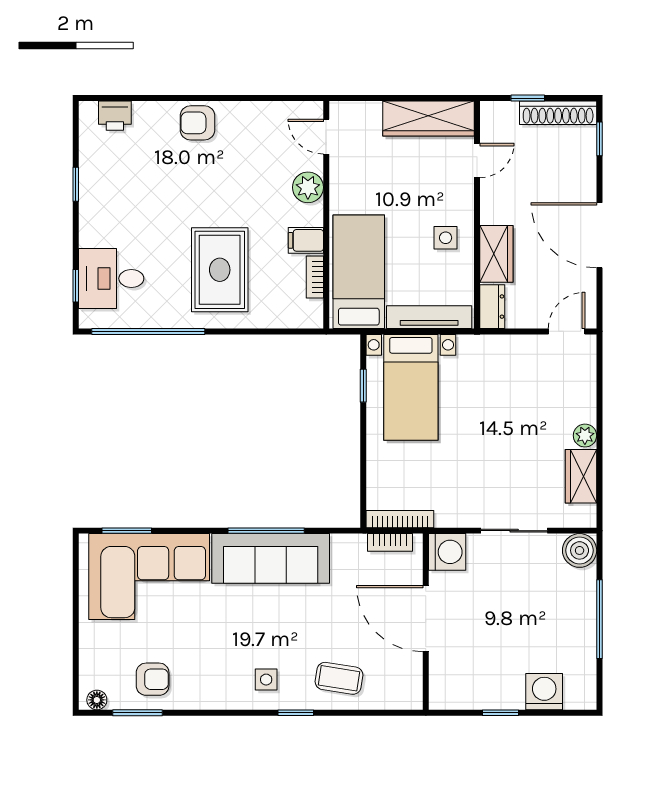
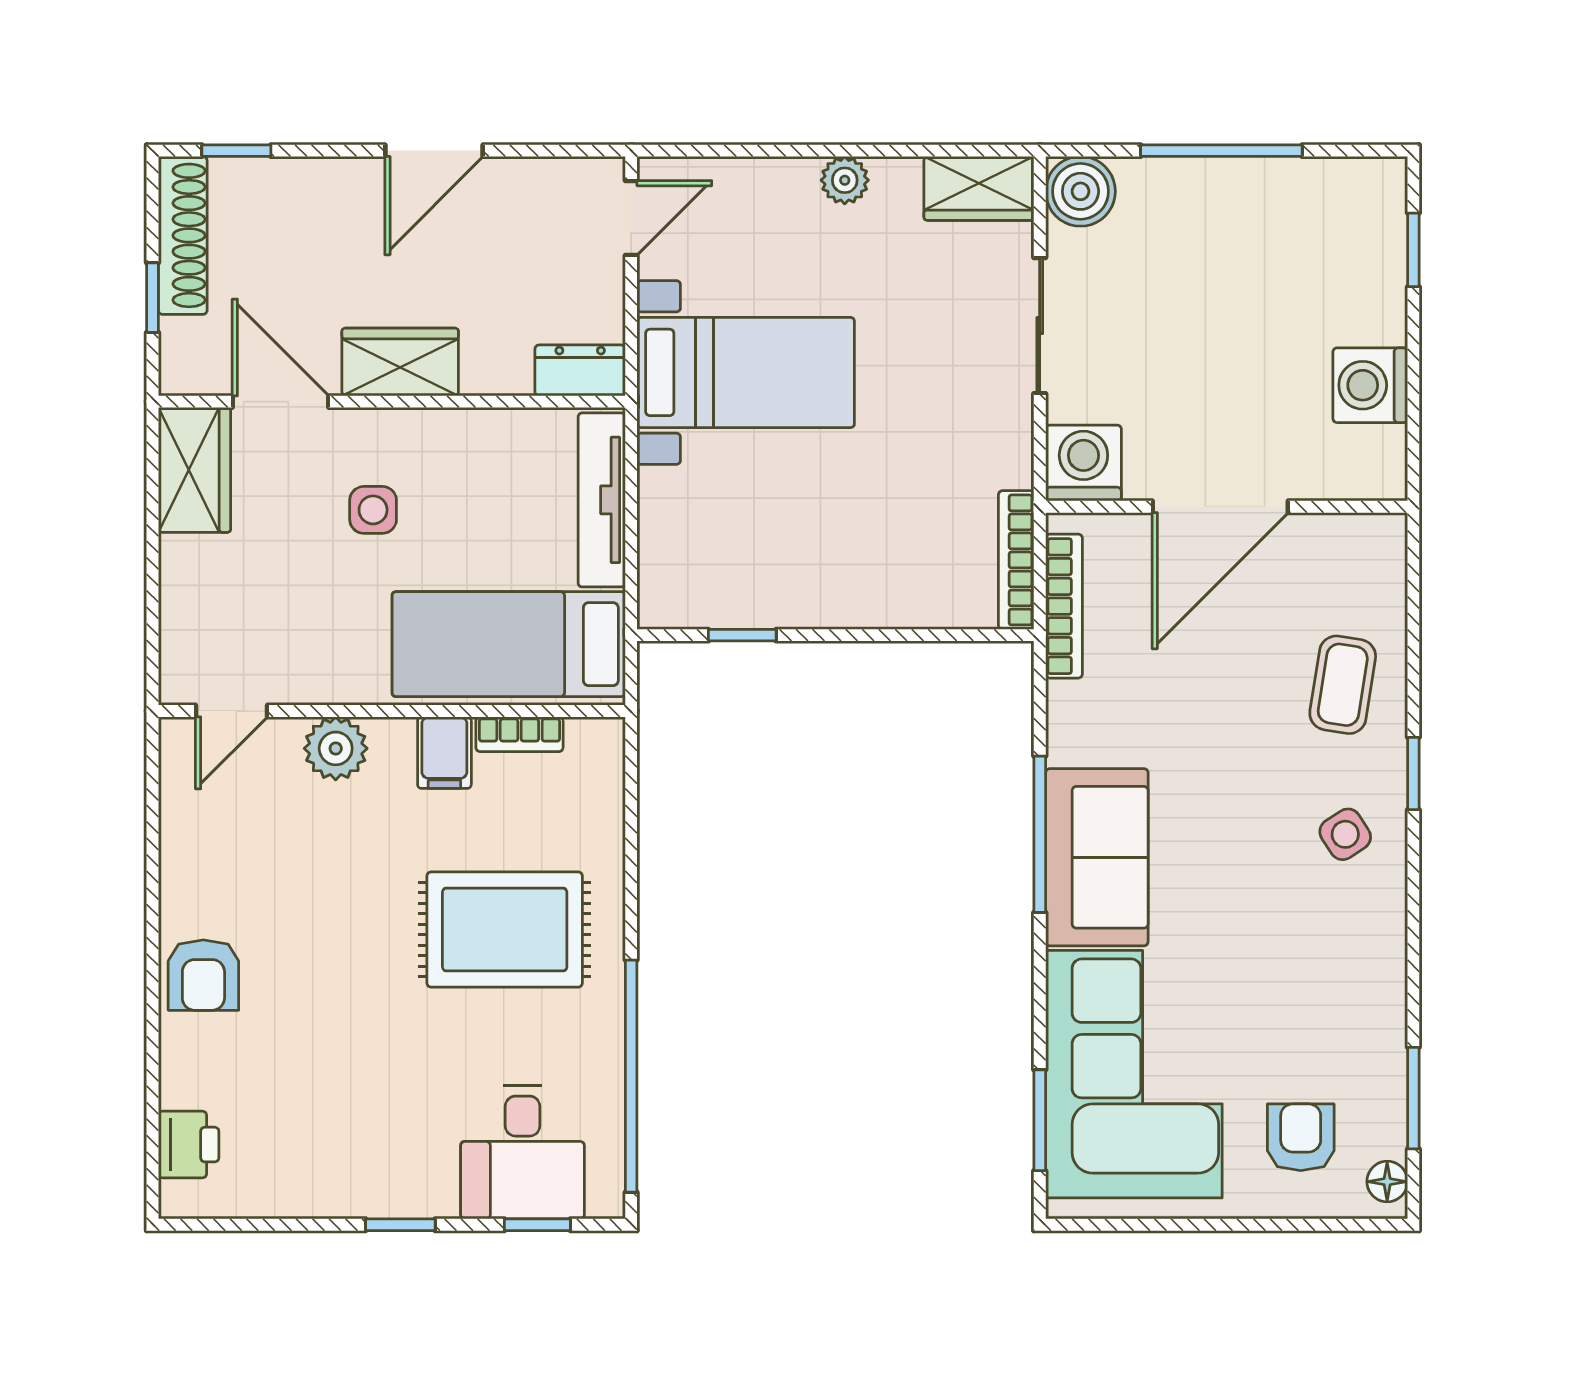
wardrobe: (429, 119) -> (195, 470), width x0.67
door: (477, 160) -> (280, 402), width x1.38
window: (76, 184) -> (400, 1225), moved
door: (599, 235) -> (434, 151), width x0.73
side table: (446, 238) -> (373, 510), moved
wardrobe: (496, 254) -> (400, 362), moved
door: (567, 331) -> (631, 218), swing flipped
bed with nightstands: (411, 387) -> (746, 372), moved
wardrobe: (581, 476) -> (979, 188), moved
bookcase: (390, 542) -> (1064, 606), width x1.56
sofa: (271, 558) -> (1097, 857), width x0.73
armchair: (153, 679) -> (1301, 1137), moved
side table: (266, 680) -> (1345, 834), turned -33
washing machine: (544, 692) -> (1370, 385), moved
window: (501, 713) -> (1413, 250), moved

